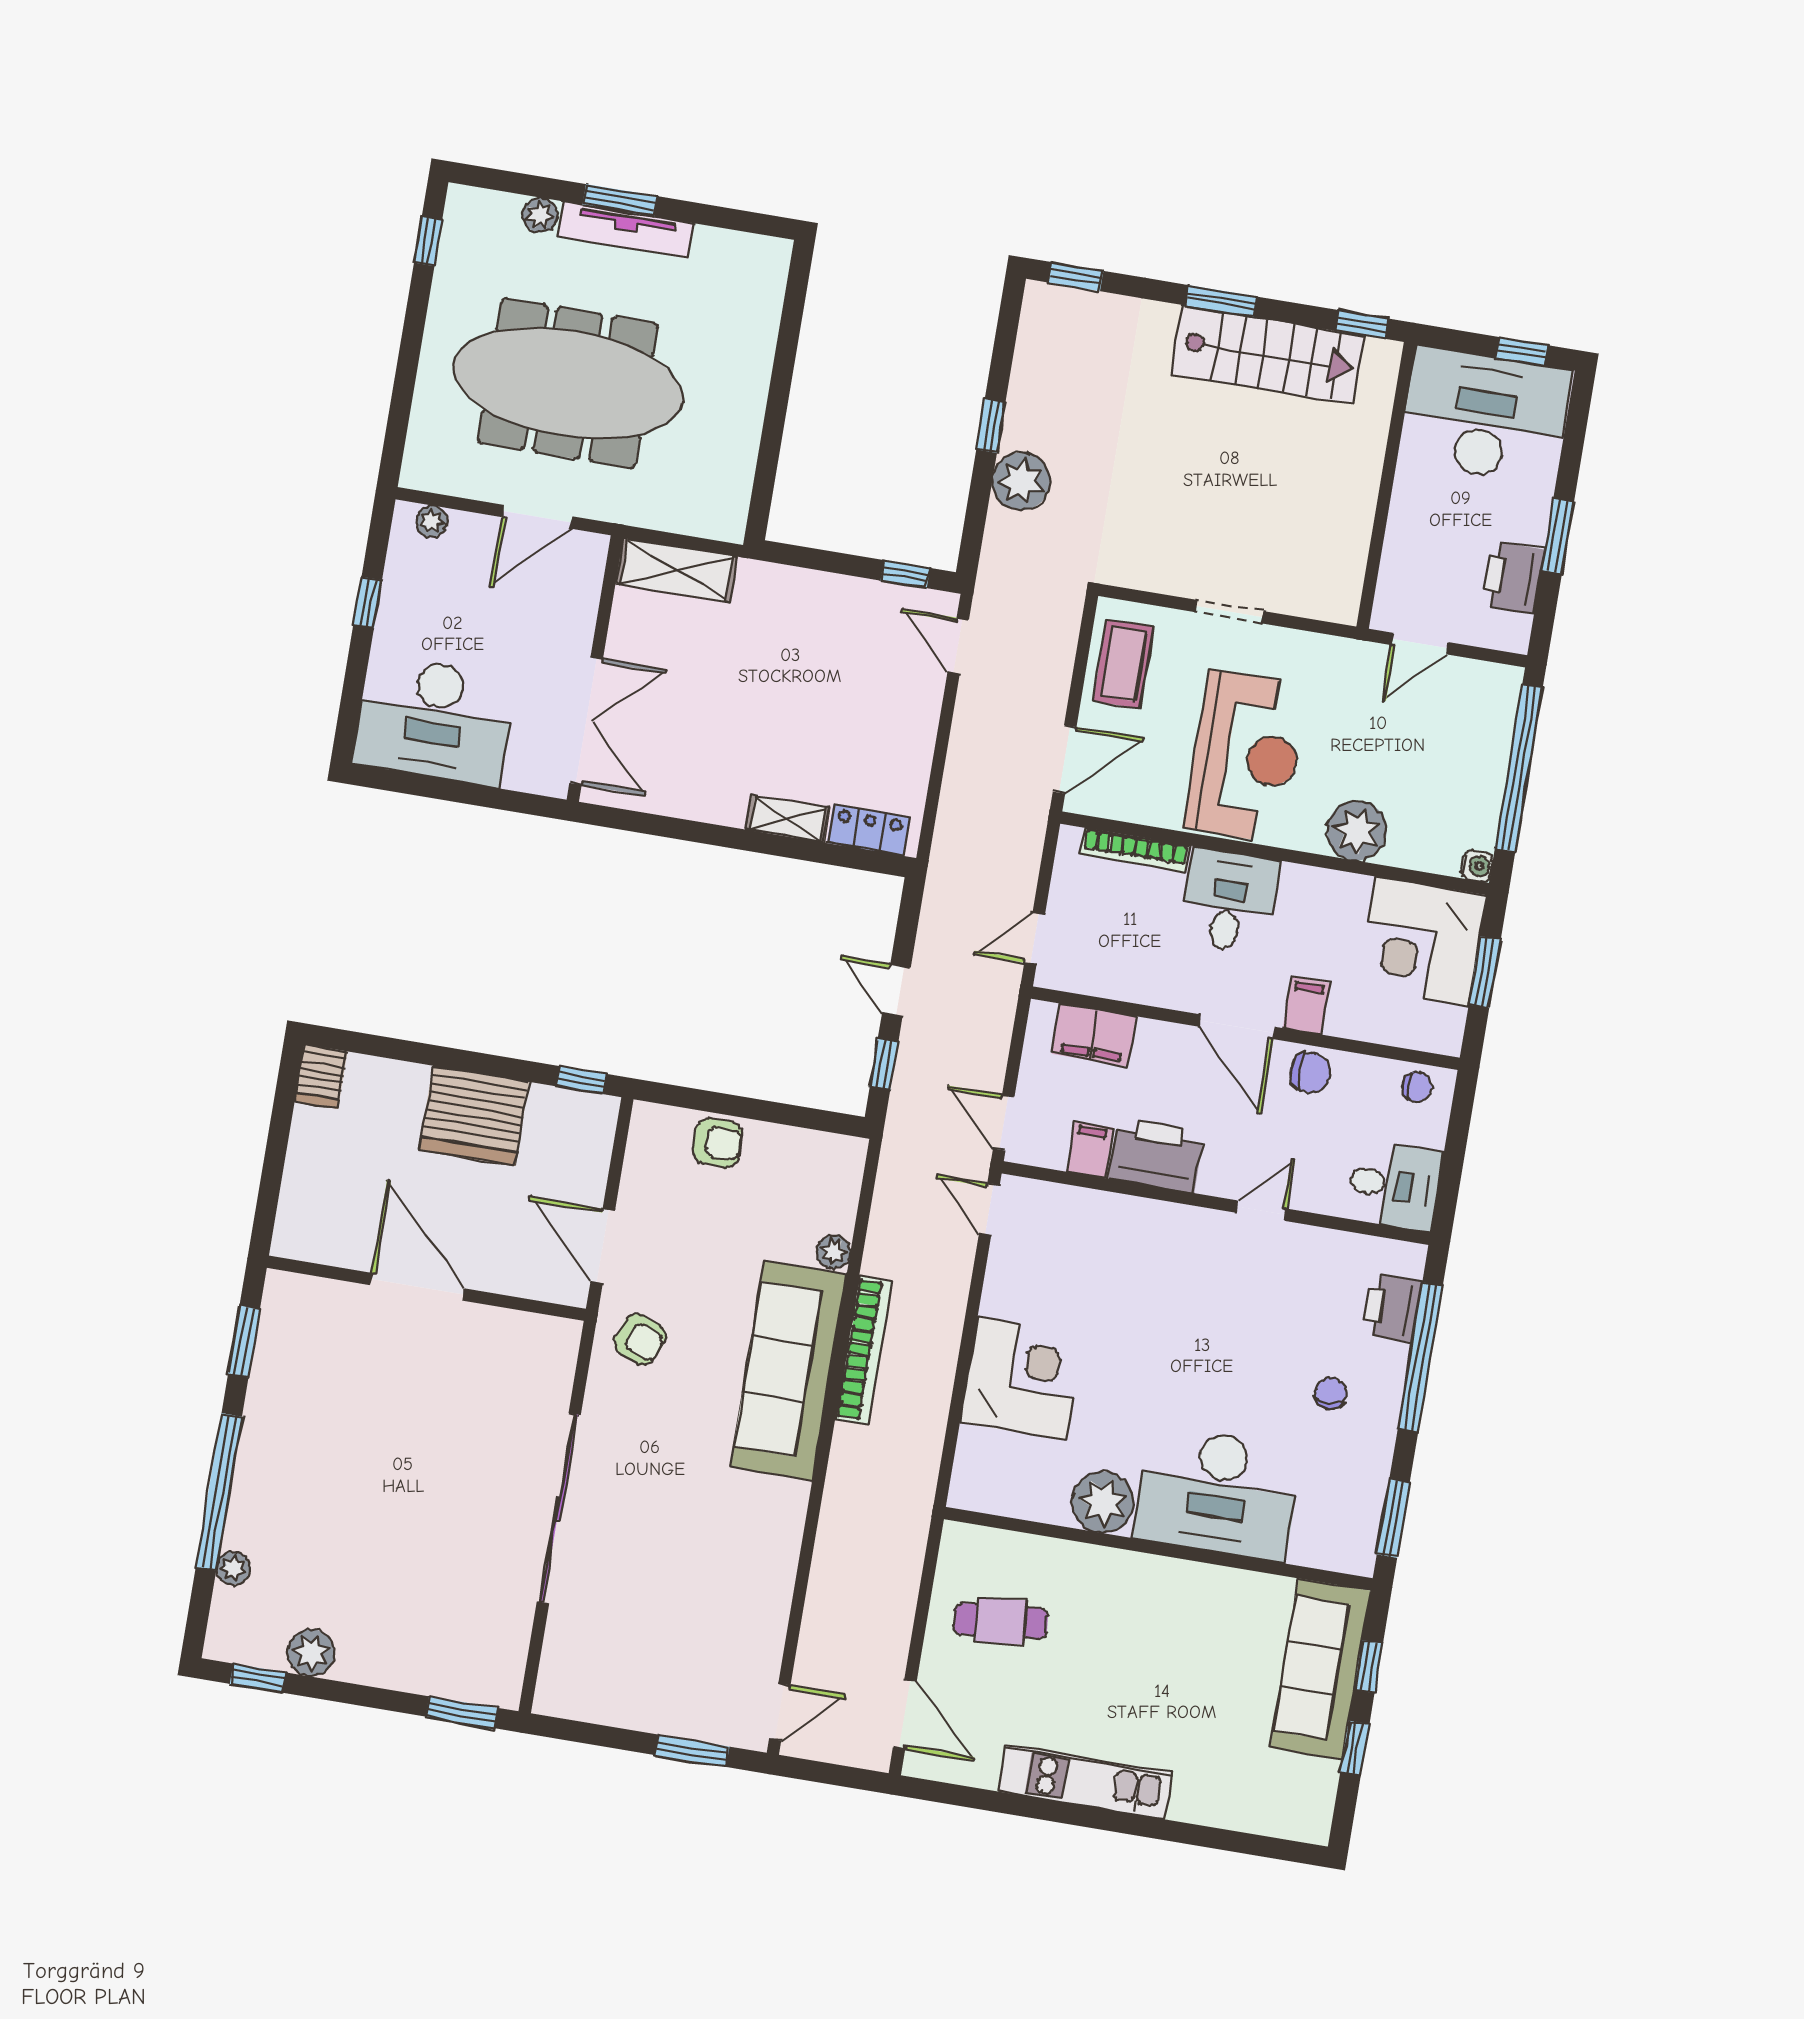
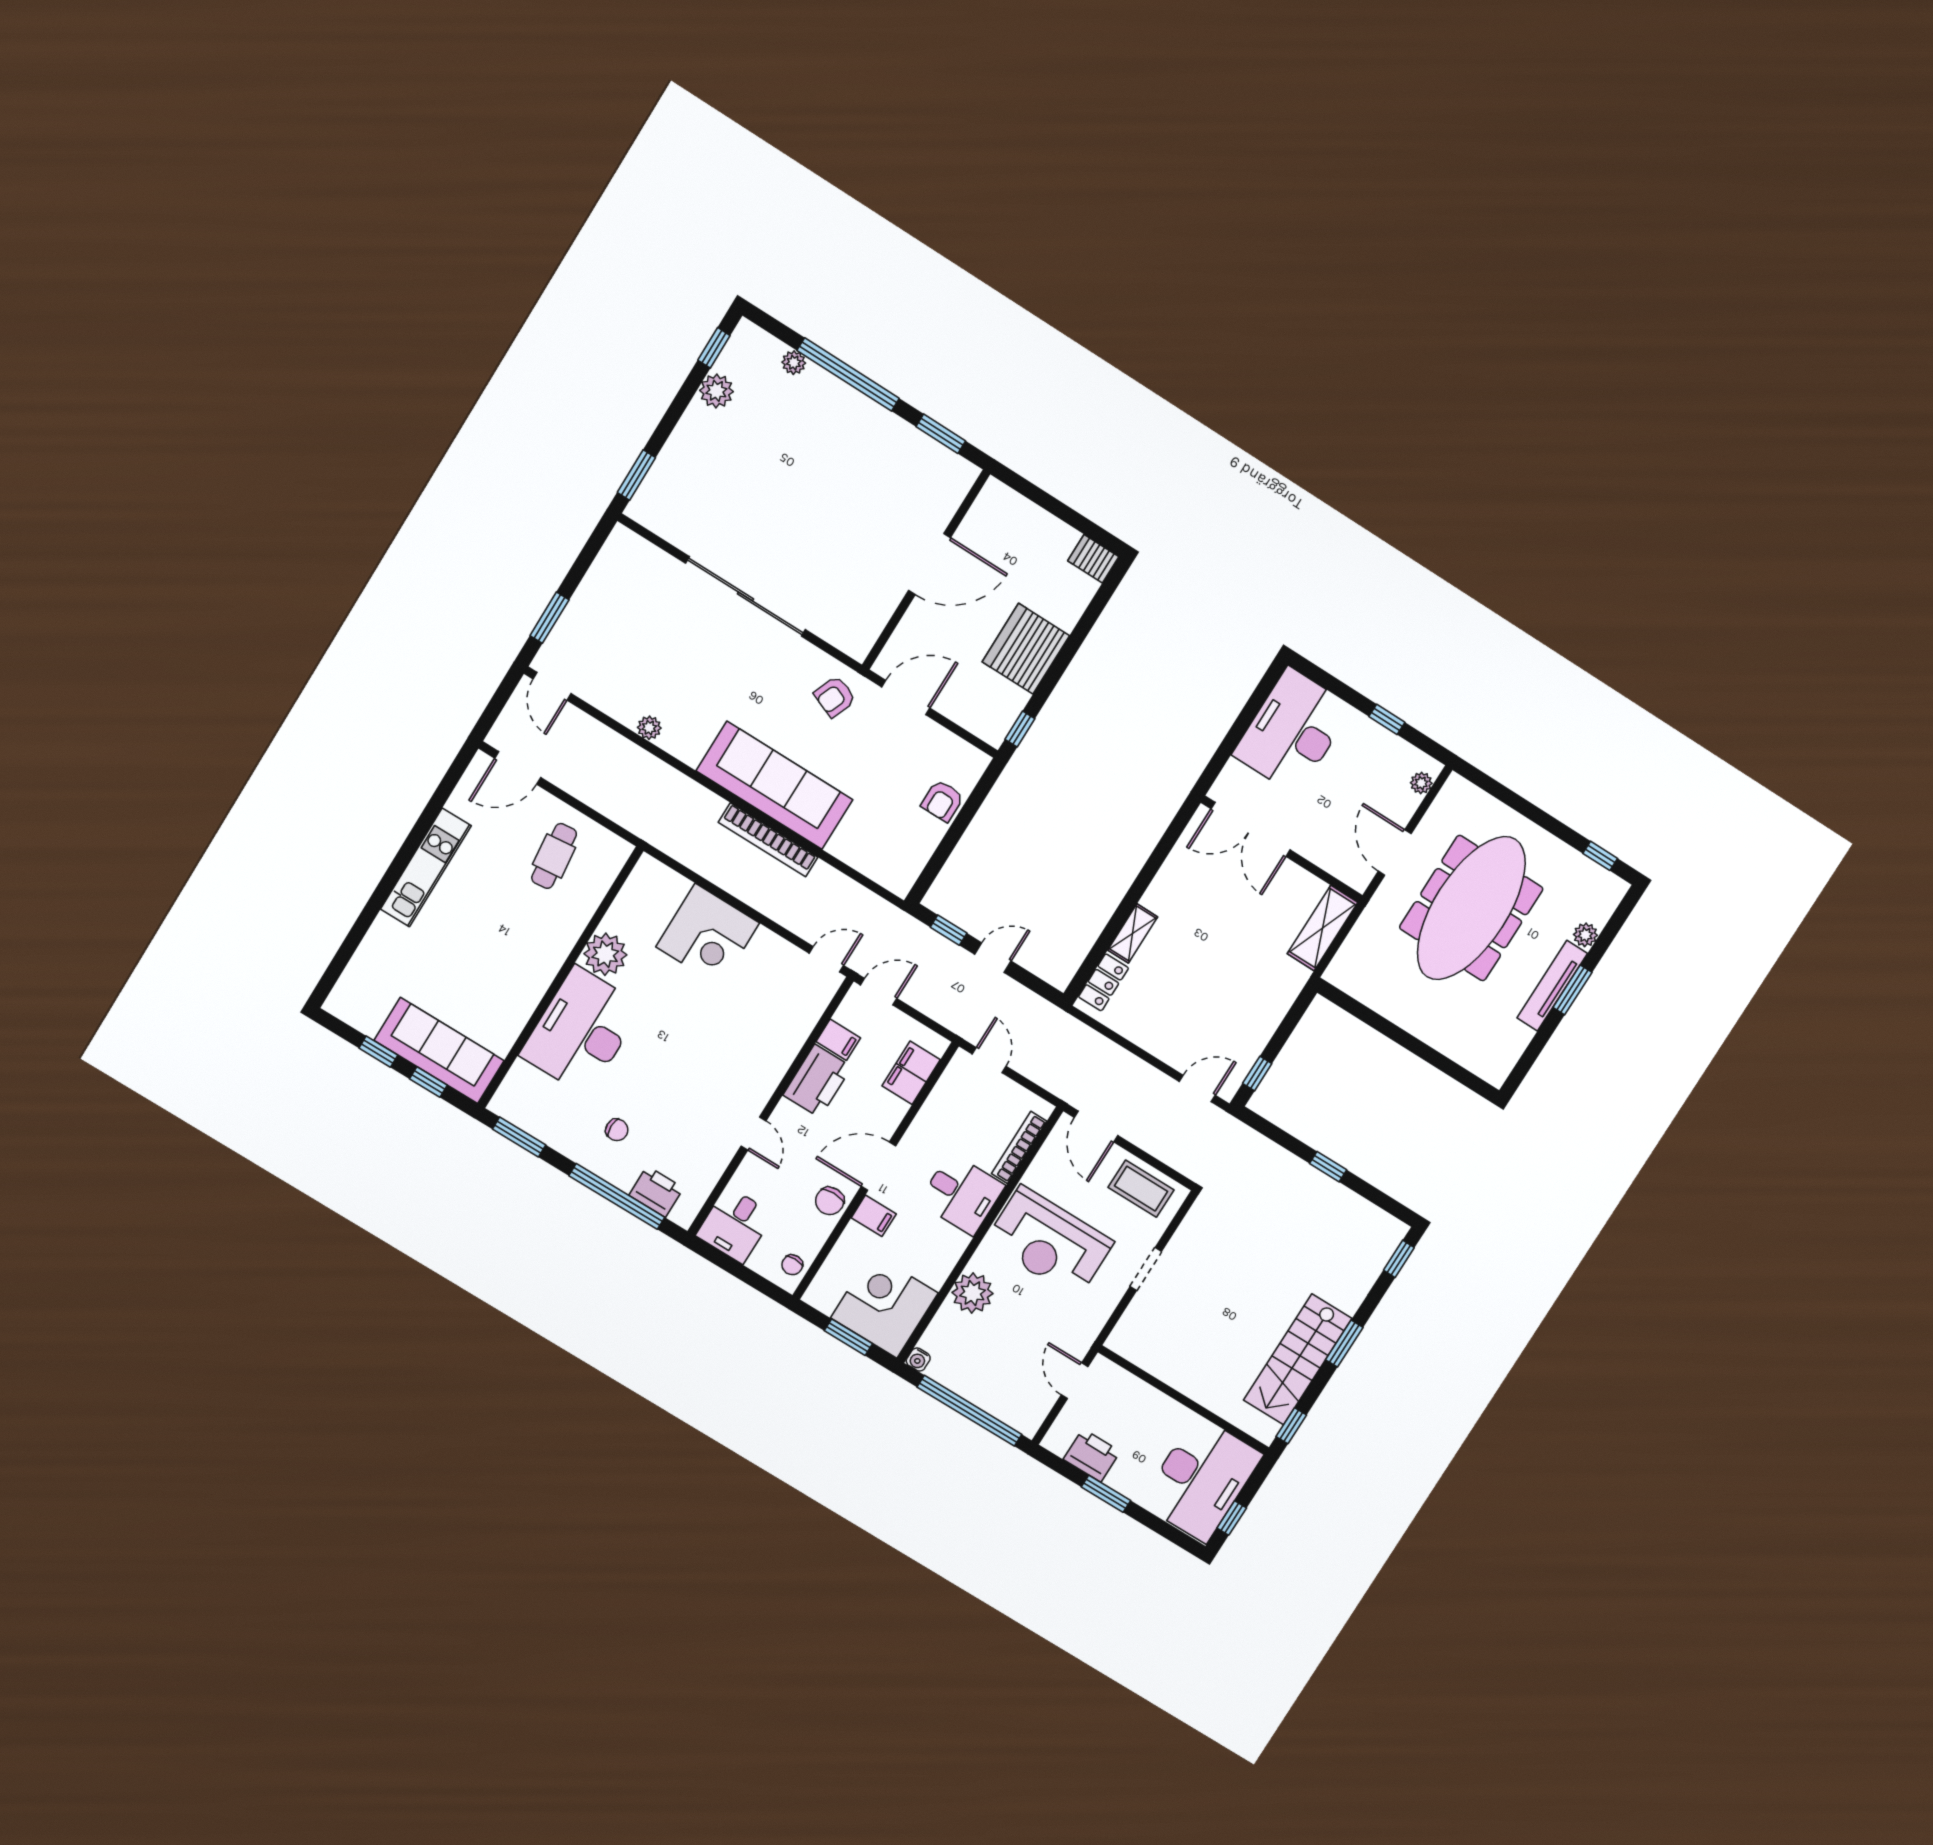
plant: (1021, 481) -> (1285, 1171), removed
plant: (834, 1252) -> (649, 728), moved

